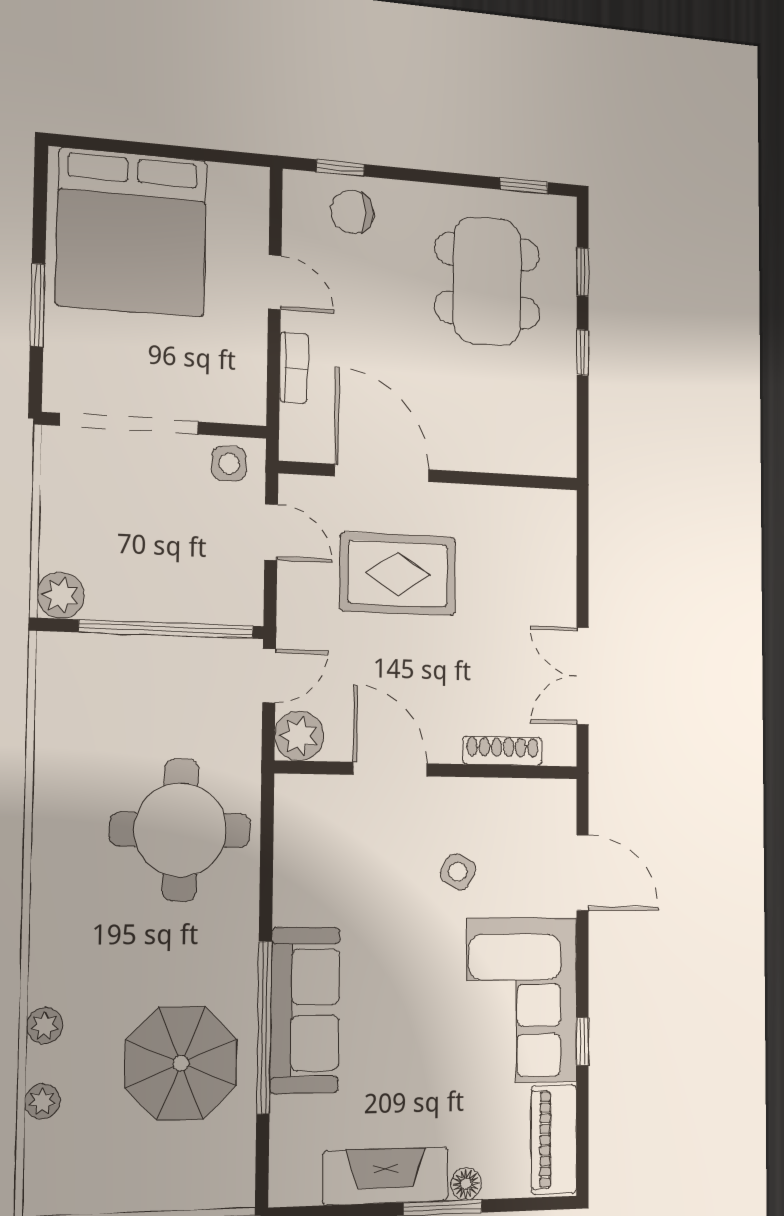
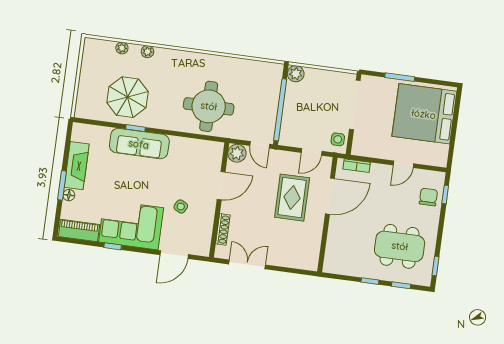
bookcase: (294, 368) -> (357, 166), moved
window: (264, 1027) -> (135, 128), width x0.32

